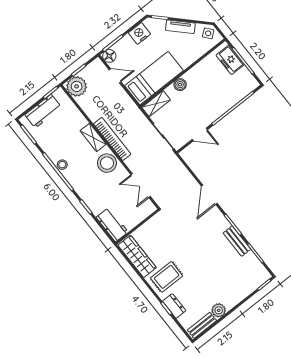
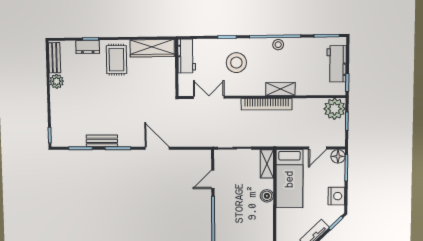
stool: (107, 163) -> (236, 63), moved
workbench: (112, 225) -> (187, 56), moved, turned -90

